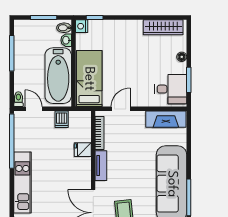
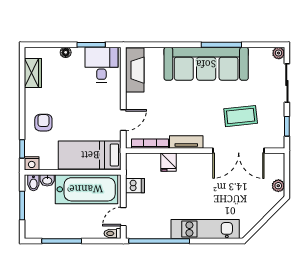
wardrobe: (163, 27) -> (33, 73), width x0.67
armchair: (118, 37) -> (43, 123), added
door: (121, 109) -> (123, 120), swing flipped

